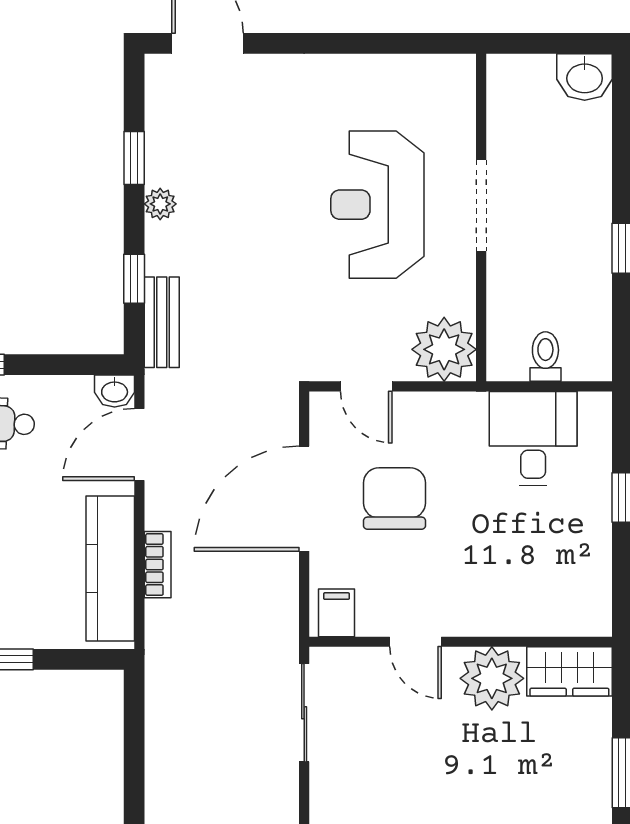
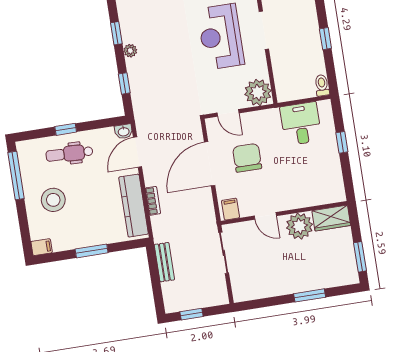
bench: (162, 322) -> (164, 262), moved
toilet: (545, 357) -> (322, 85), moved

